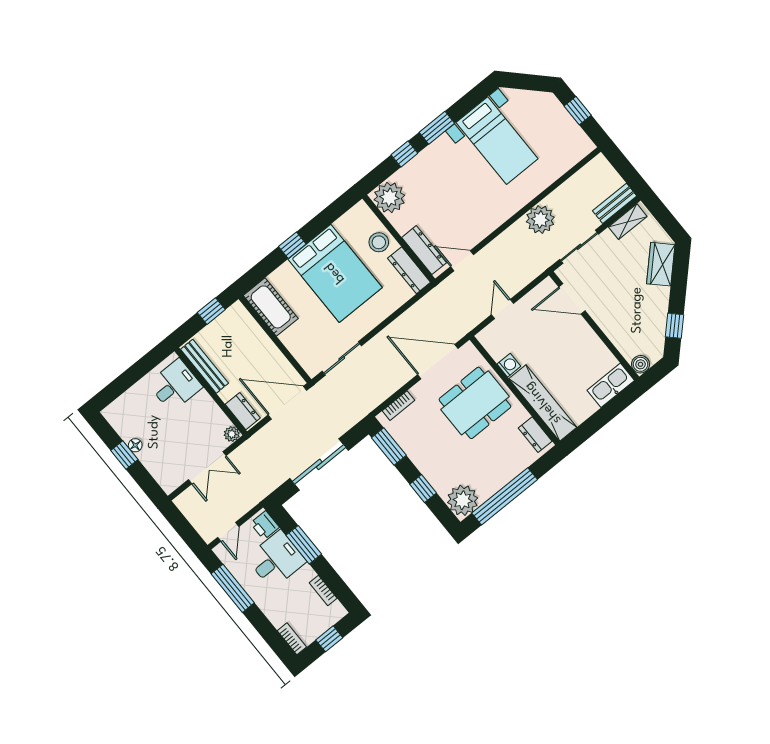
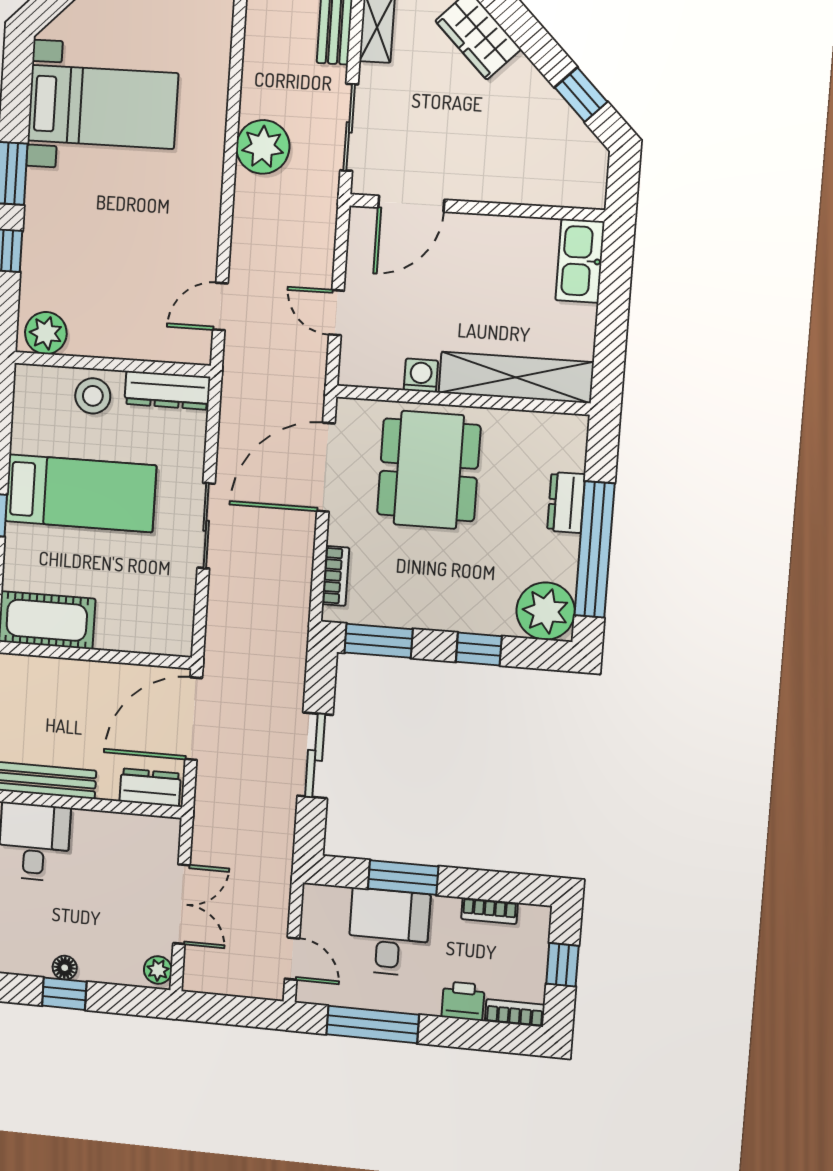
plant: (389, 198) -> (46, 333), width x0.73, depth x0.73
dresser: (424, 250) -> (159, 345), removed
bed: (335, 273) -> (81, 493), width x0.67
sliding door: (342, 358) -> (206, 526), moved
boiler: (640, 364) -> (590, 192), removed
plant: (232, 434) -> (158, 970), moved
dresser: (535, 435) -> (566, 503), moved, turned 90
sliding door: (319, 464) -> (315, 755), width x0.73
printer: (265, 525) -> (463, 1001), moved, turned 180

